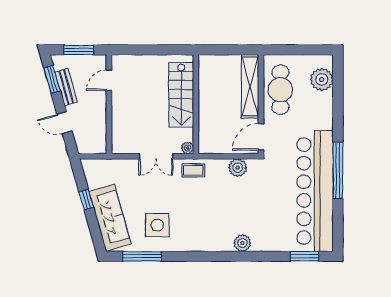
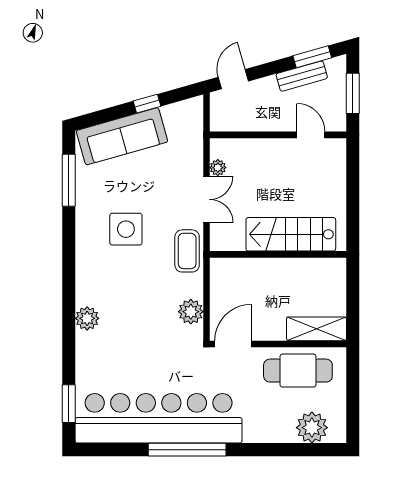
shelving: (250, 86) -> (316, 329), width x0.68
door: (64, 123) -> (233, 79), moved
door: (261, 137) -> (233, 344), hinge flipped
plant: (188, 148) -> (218, 168), moved
double door: (156, 156) -> (206, 199), swing flipped
coffee table: (193, 170) -> (187, 251), width x1.36, depth x1.30
side table: (157, 225) -> (126, 229), moved

